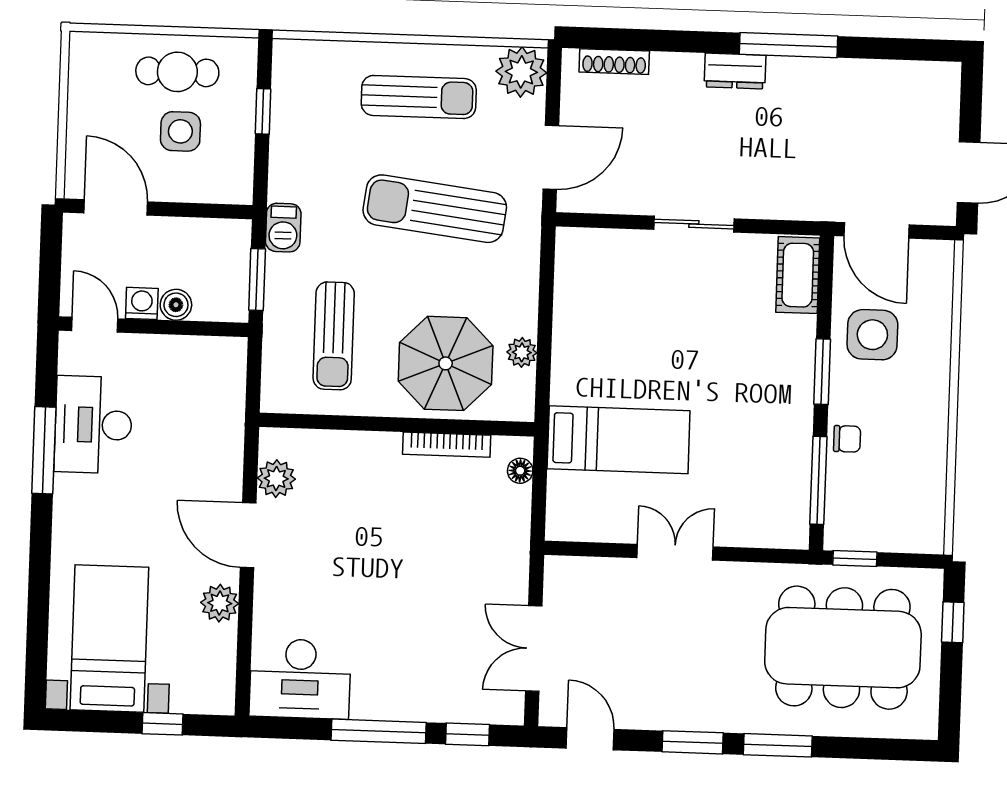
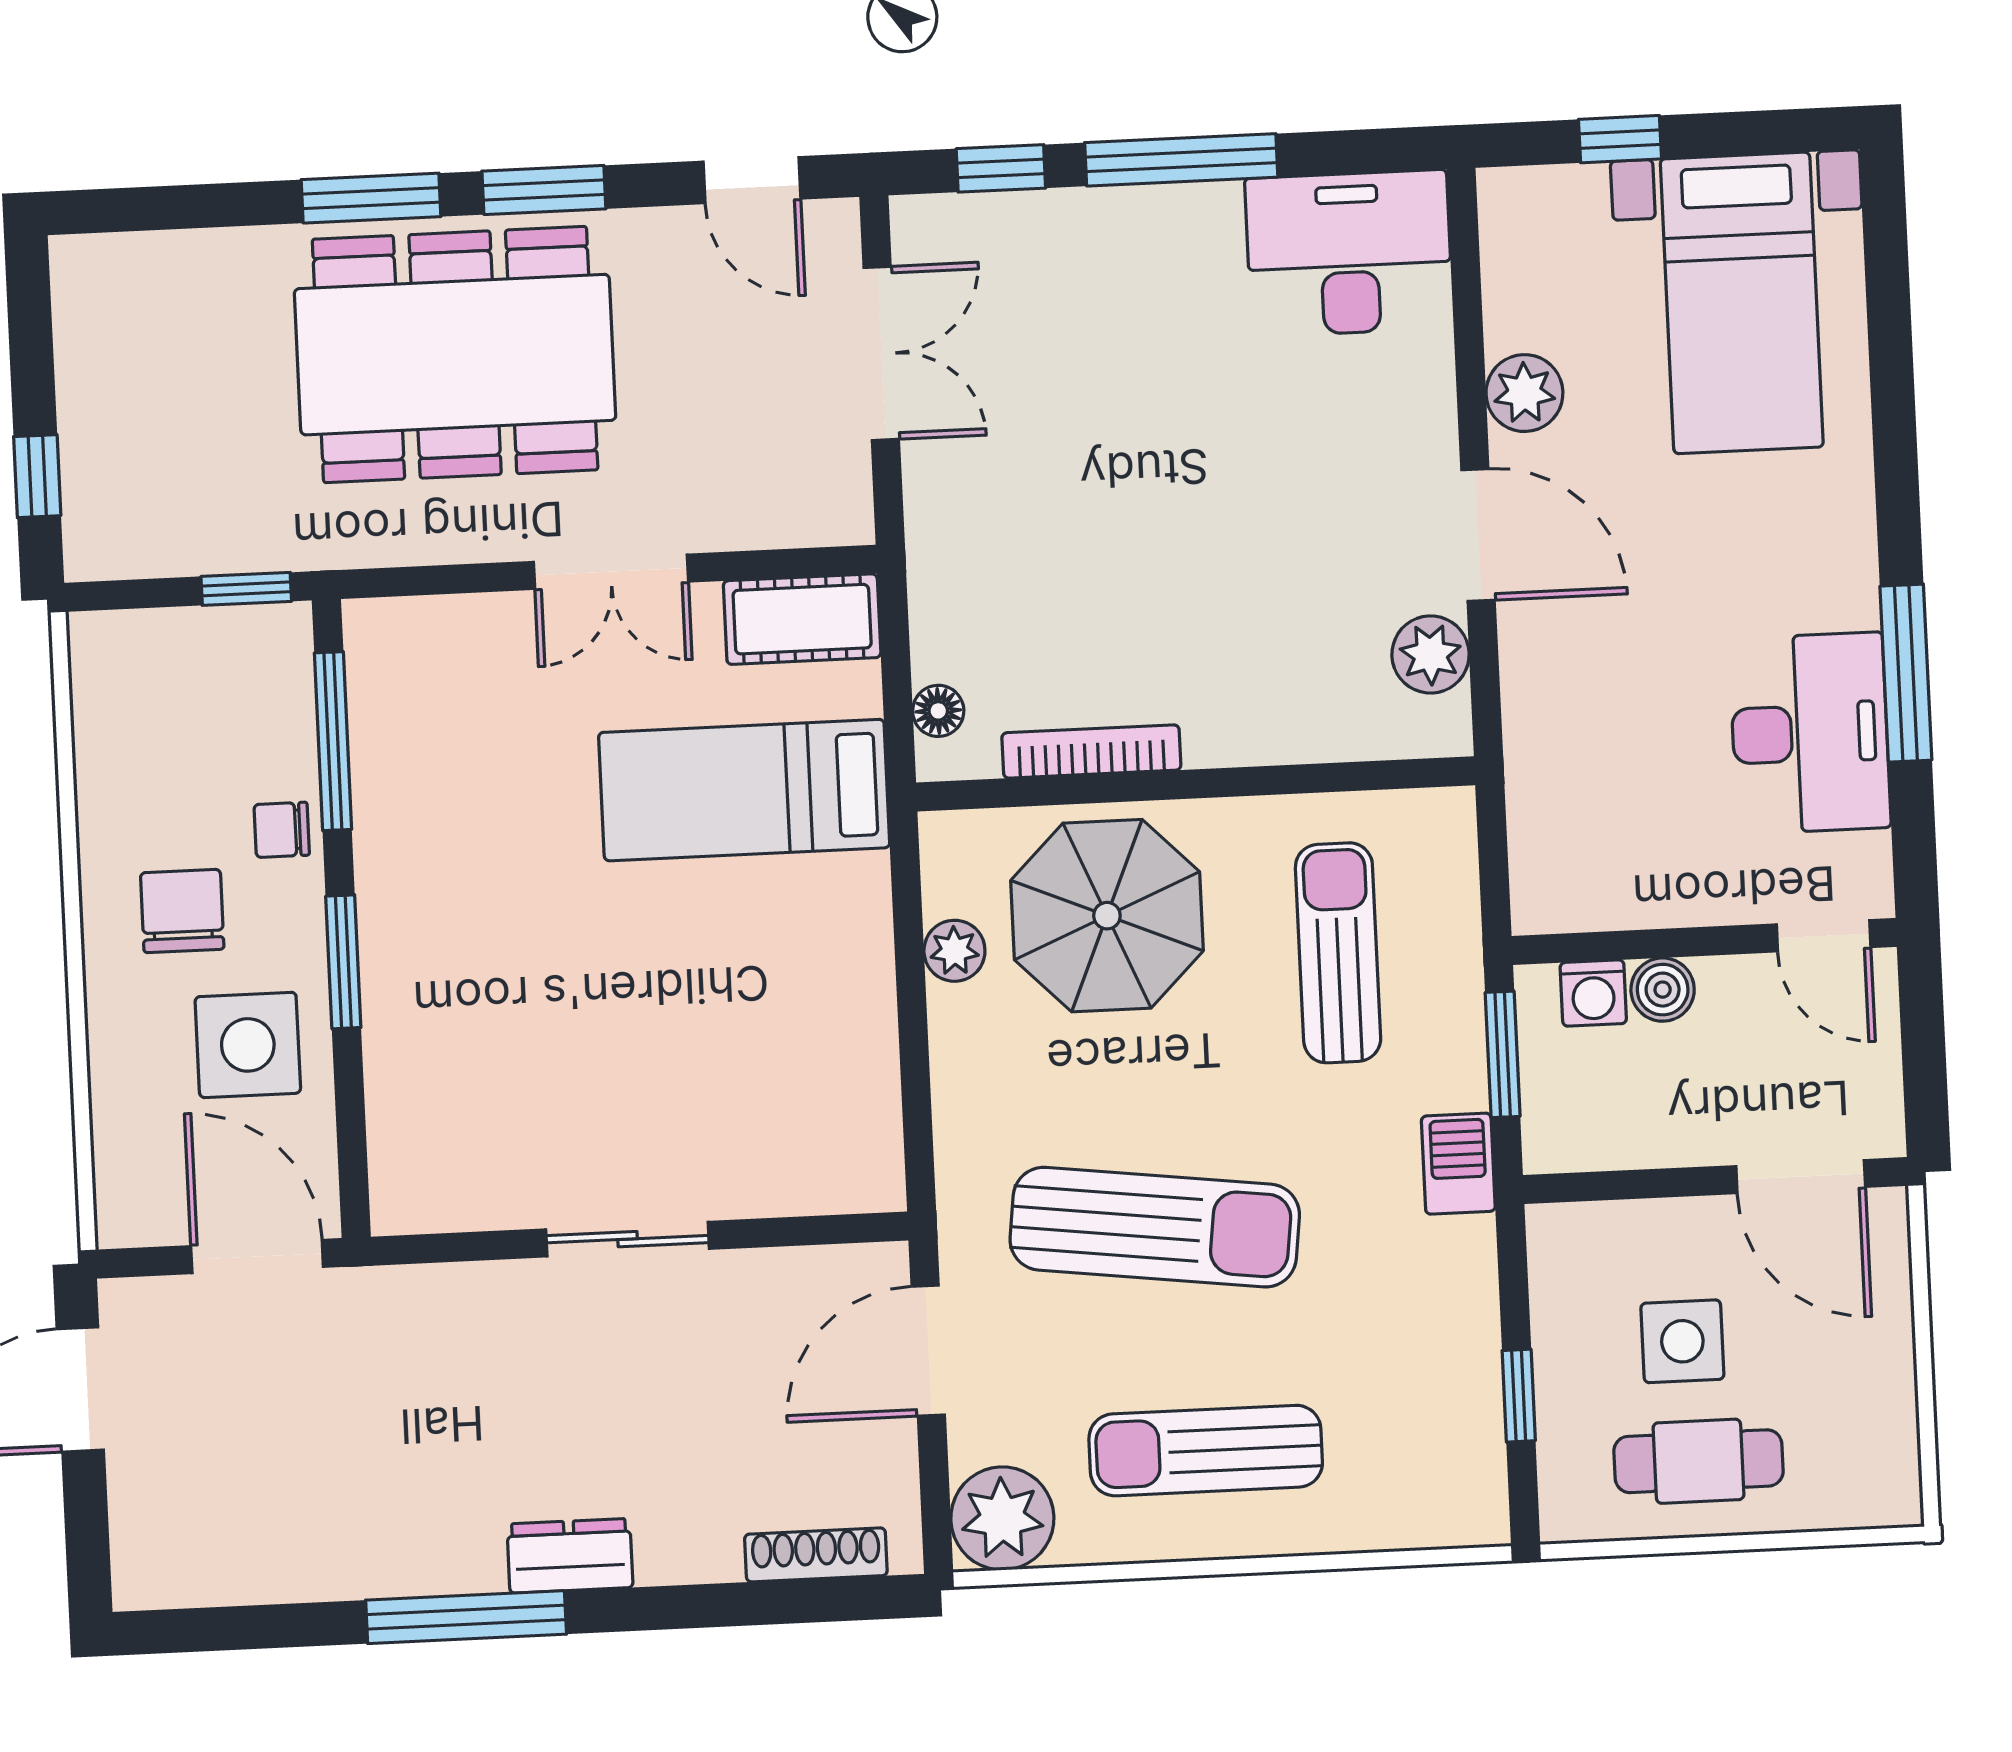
cot: (798, 275) -> (802, 619), moved, turned 90
washing machine: (142, 303) -> (1593, 993), moved
chair: (899, 403) -> (182, 911), added
dining table: (843, 648) -> (455, 355), moved

